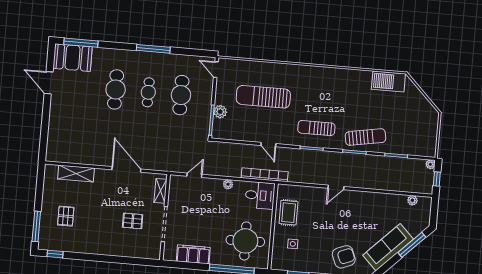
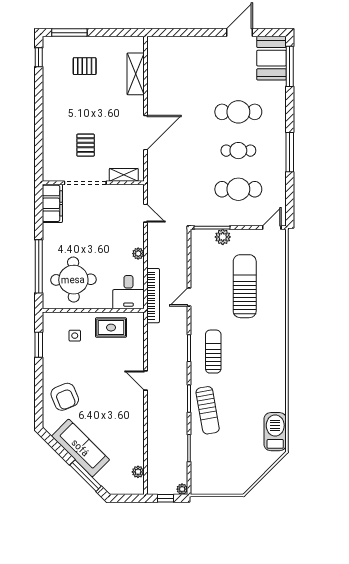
filing cabinet: (193, 254) -> (52, 203), moved

